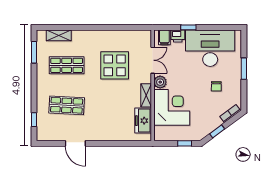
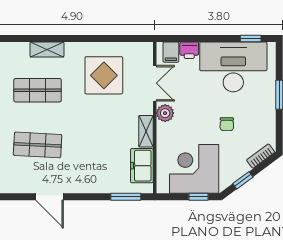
window: (188, 27) -> (251, 38), moved
shelving: (59, 35) -> (47, 49), moved
display table: (115, 65) -> (104, 75), moved
chair: (216, 86) -> (227, 124), moved
corner desk: (172, 107) -> (194, 169), moved, turned -90
window: (131, 143) -> (126, 197), added

